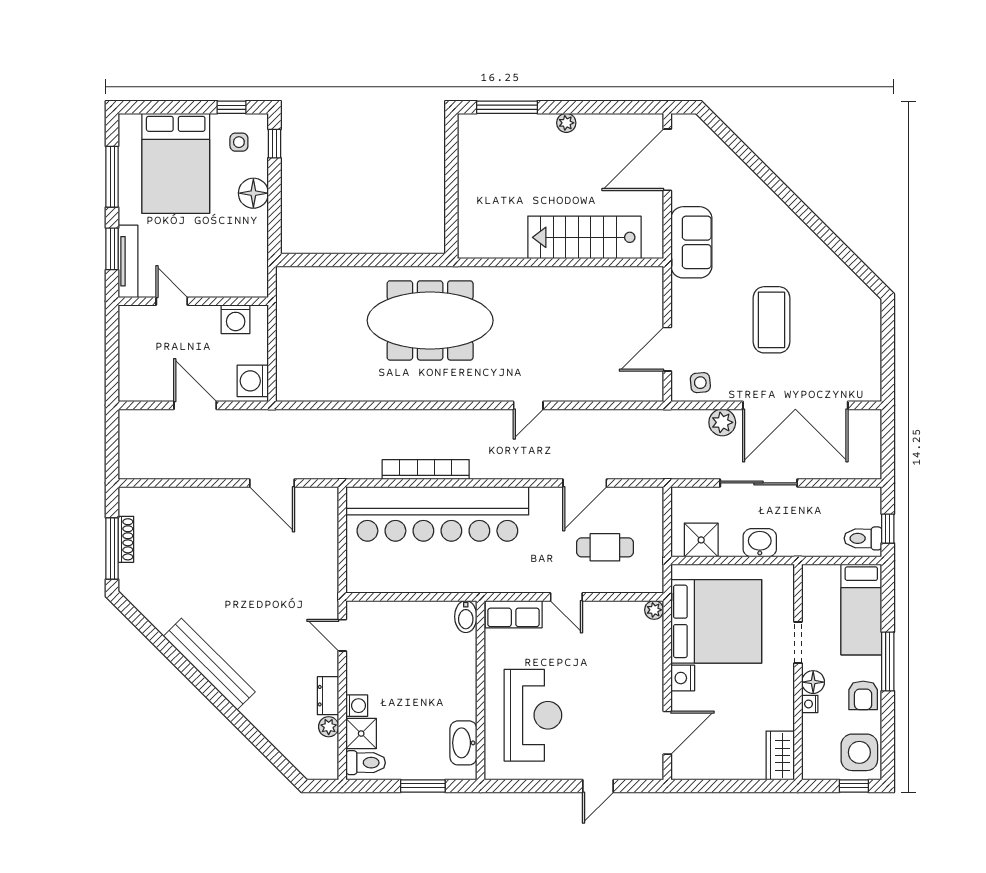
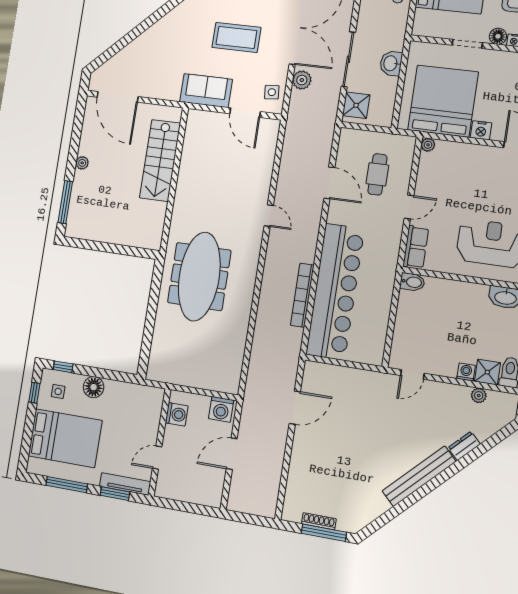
sofa: (691, 242) -> (206, 91), moved
shower: (701, 540) -> (356, 105), moved
dresser: (328, 696) -> (464, 446), moved, turned 135

